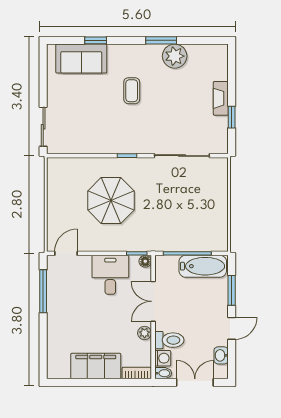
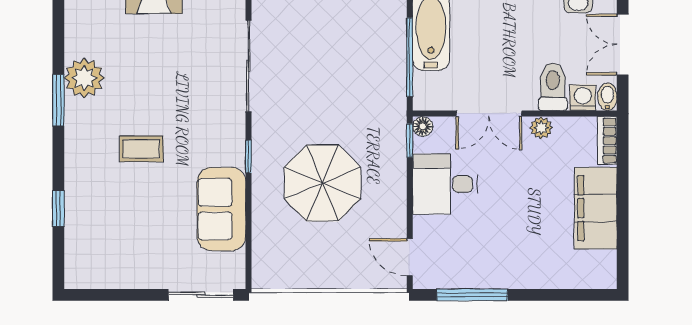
sofa: (81, 59) -> (221, 209), moved, turned 180

